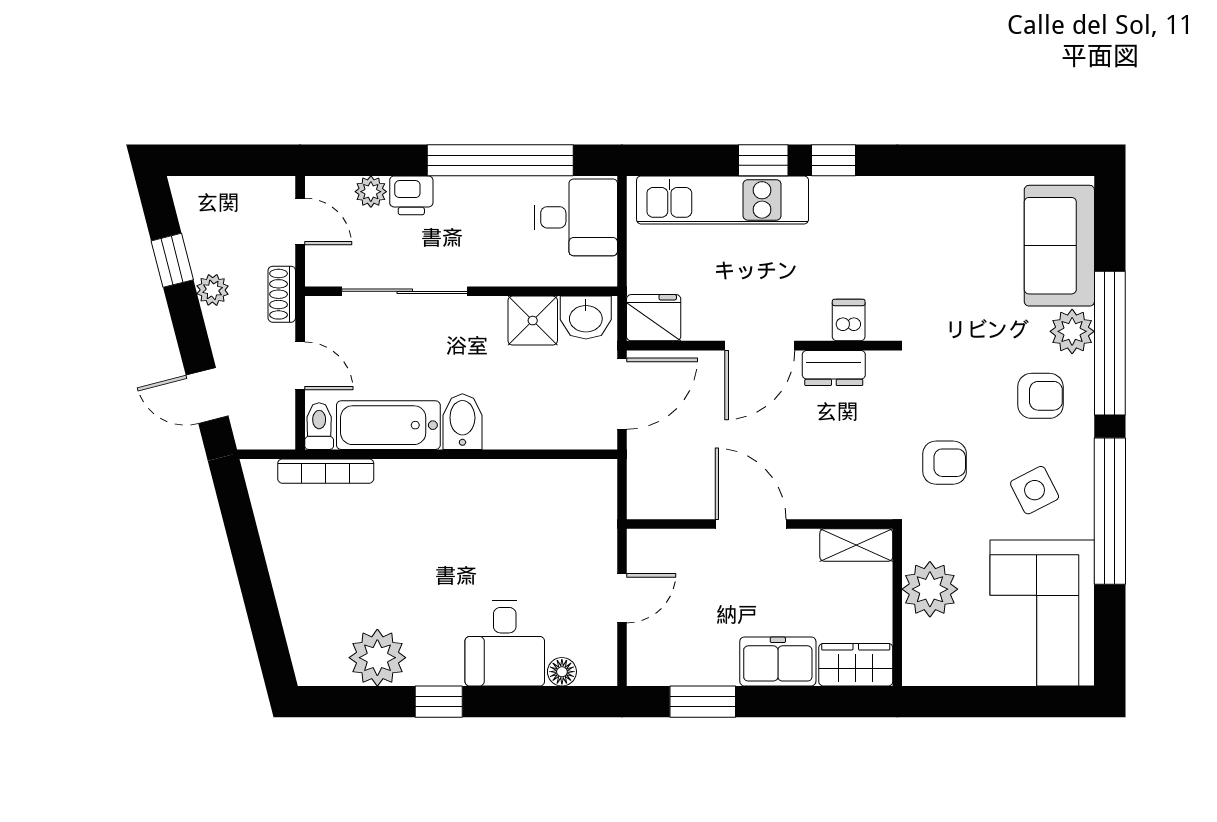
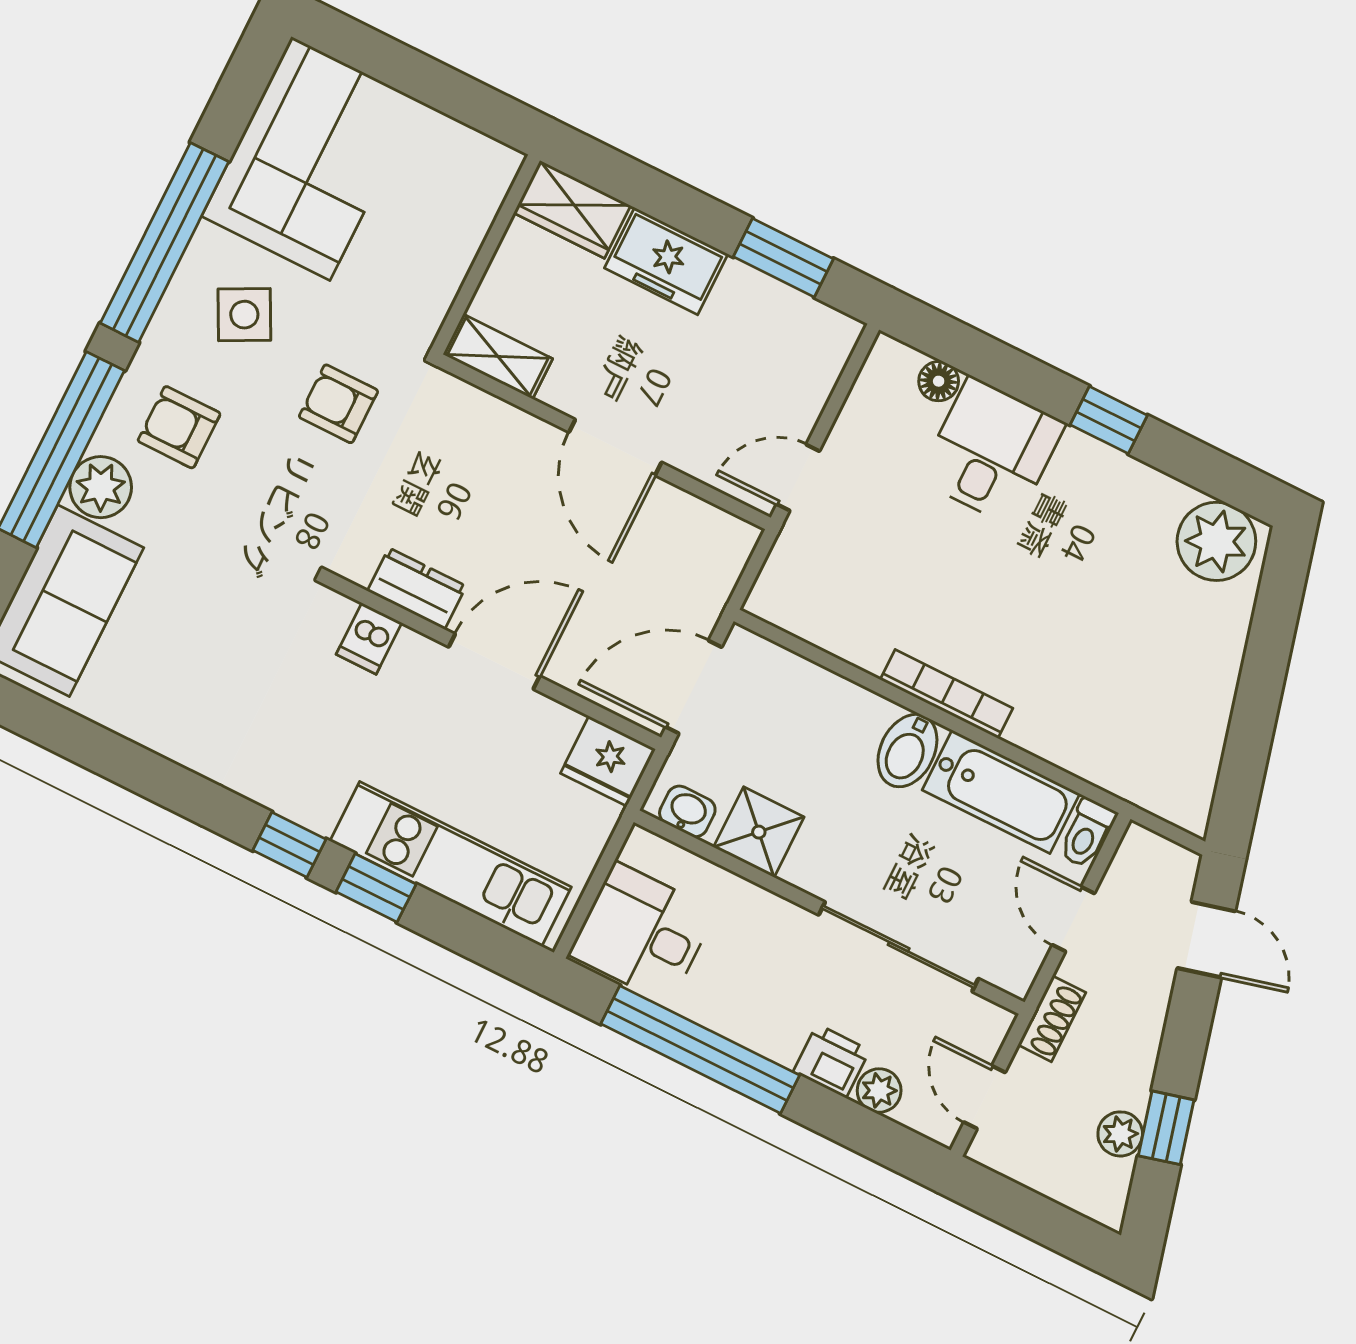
plant: (213, 290) -> (1120, 1134), moved
washbasin: (586, 317) -> (687, 811), width x0.72, depth x0.69
bookcase: (326, 471) -> (947, 694), moved
plant: (930, 589) -> (434, 257), removed
door: (622, 598) -> (798, 478), moved
plant: (377, 658) -> (1216, 541), moved

